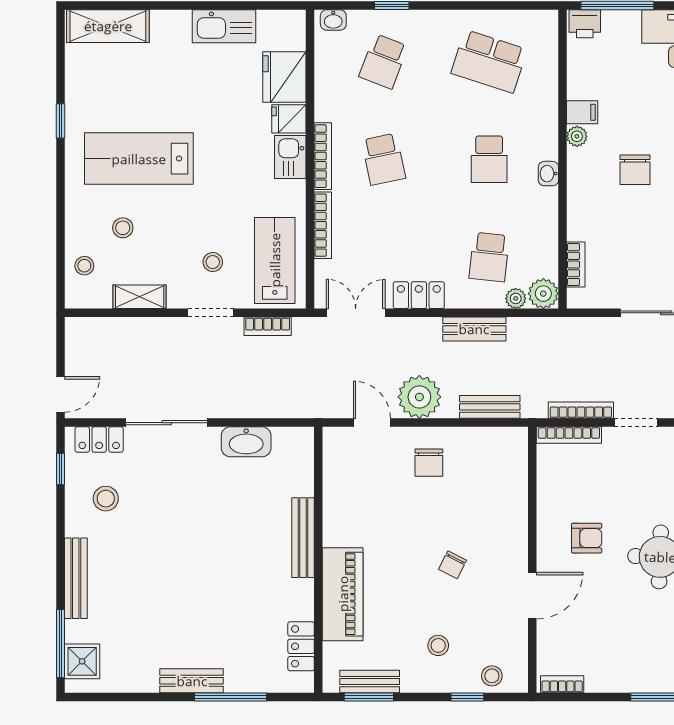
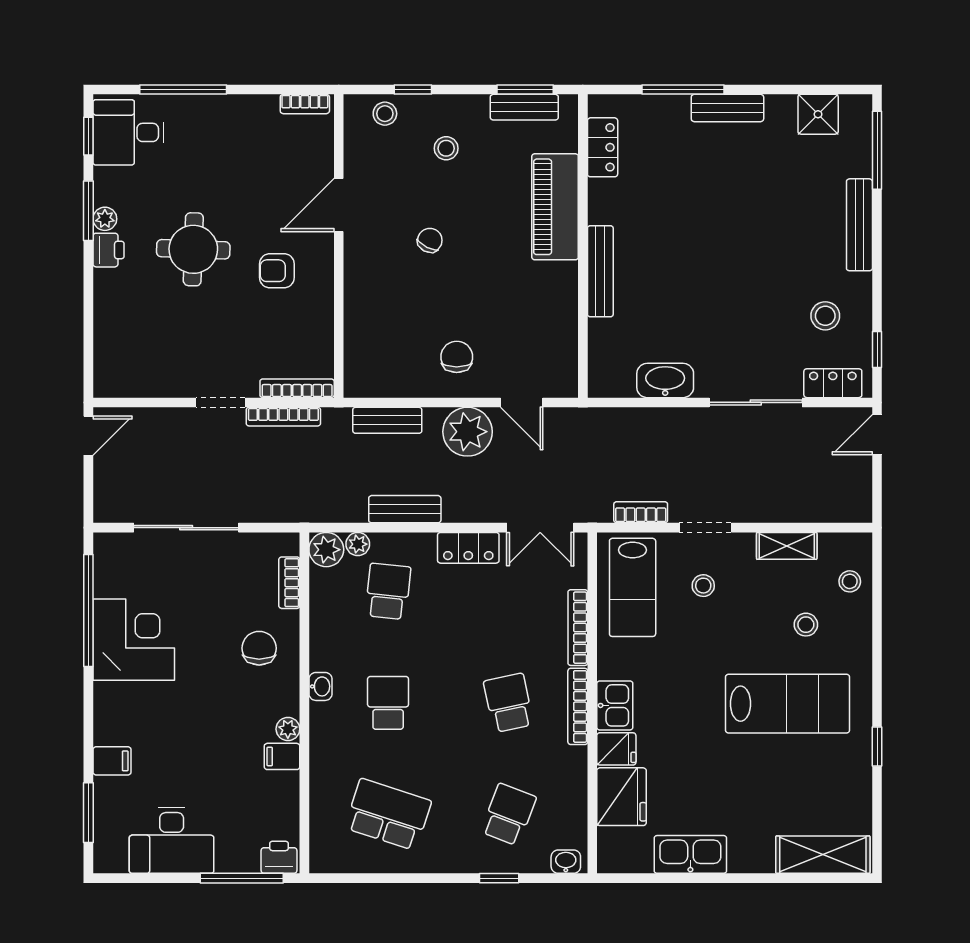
chair: (635, 170) -> (259, 648), moved
shower: (82, 661) -> (818, 114), moved

